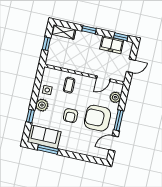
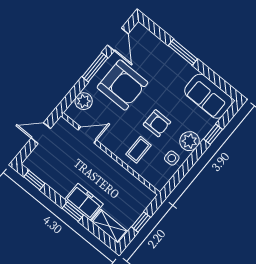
freezer: (112, 45) -> (84, 202), moved
armchair: (71, 116) -> (157, 123), moved, turned 90
door: (114, 143) -> (118, 39), hinge flipped
window: (48, 150) -> (183, 52), moved

